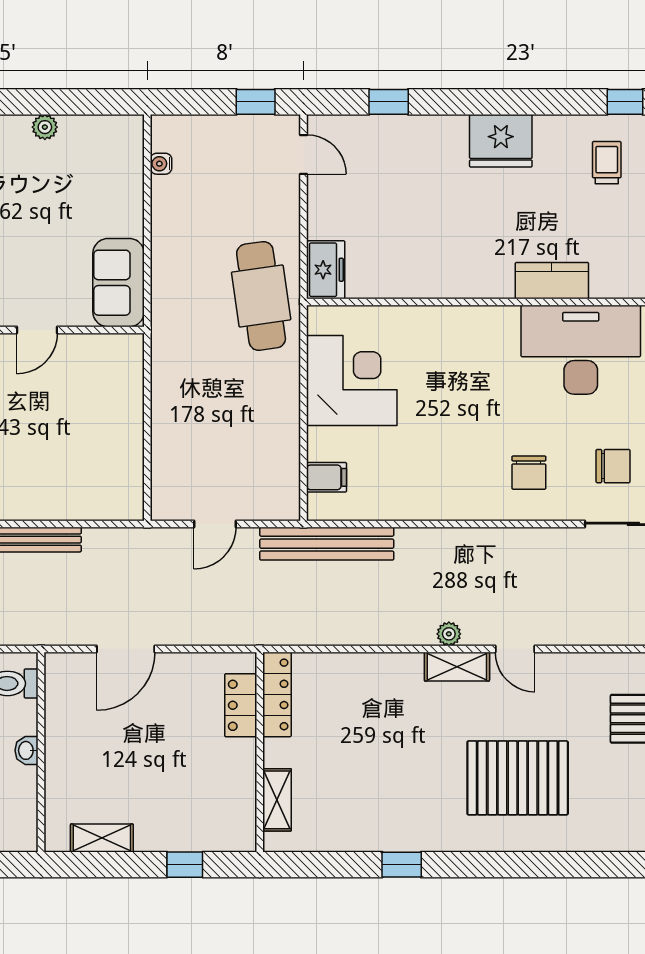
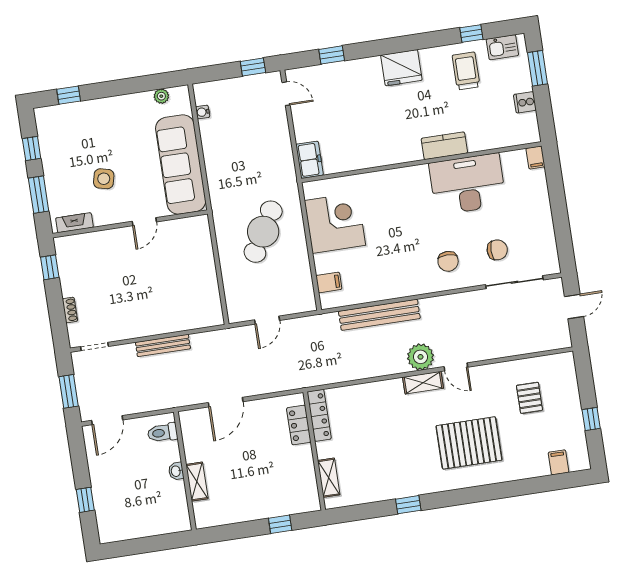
plant: (45, 127) -> (161, 96), moved
trolley: (607, 163) -> (466, 71), width x1.36, depth x1.39
sofa: (119, 283) -> (181, 164), width x1.85, depth x1.27
cafe table: (261, 296) -> (263, 232), moved, turned 38
bench: (327, 544) -> (379, 315), moved
plant: (449, 634) -> (421, 357), width x1.87, depth x1.87
shelving: (102, 838) -> (197, 482), moved, turned 90

